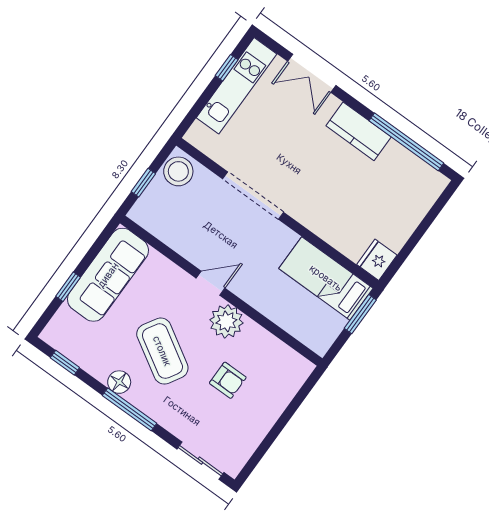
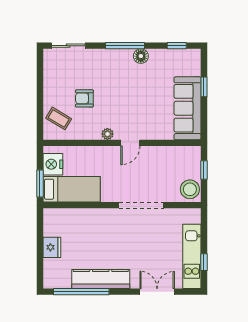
kitchen counter: (359, 131) -> (101, 279), width x1.50
fridge: (377, 260) -> (52, 247), moved
plant: (226, 321) -> (107, 134), width x0.53, depth x0.53
nightstand: (327, 327) -> (53, 164), added
coffee table: (162, 351) -> (59, 118), moved, width x0.54, depth x0.58

